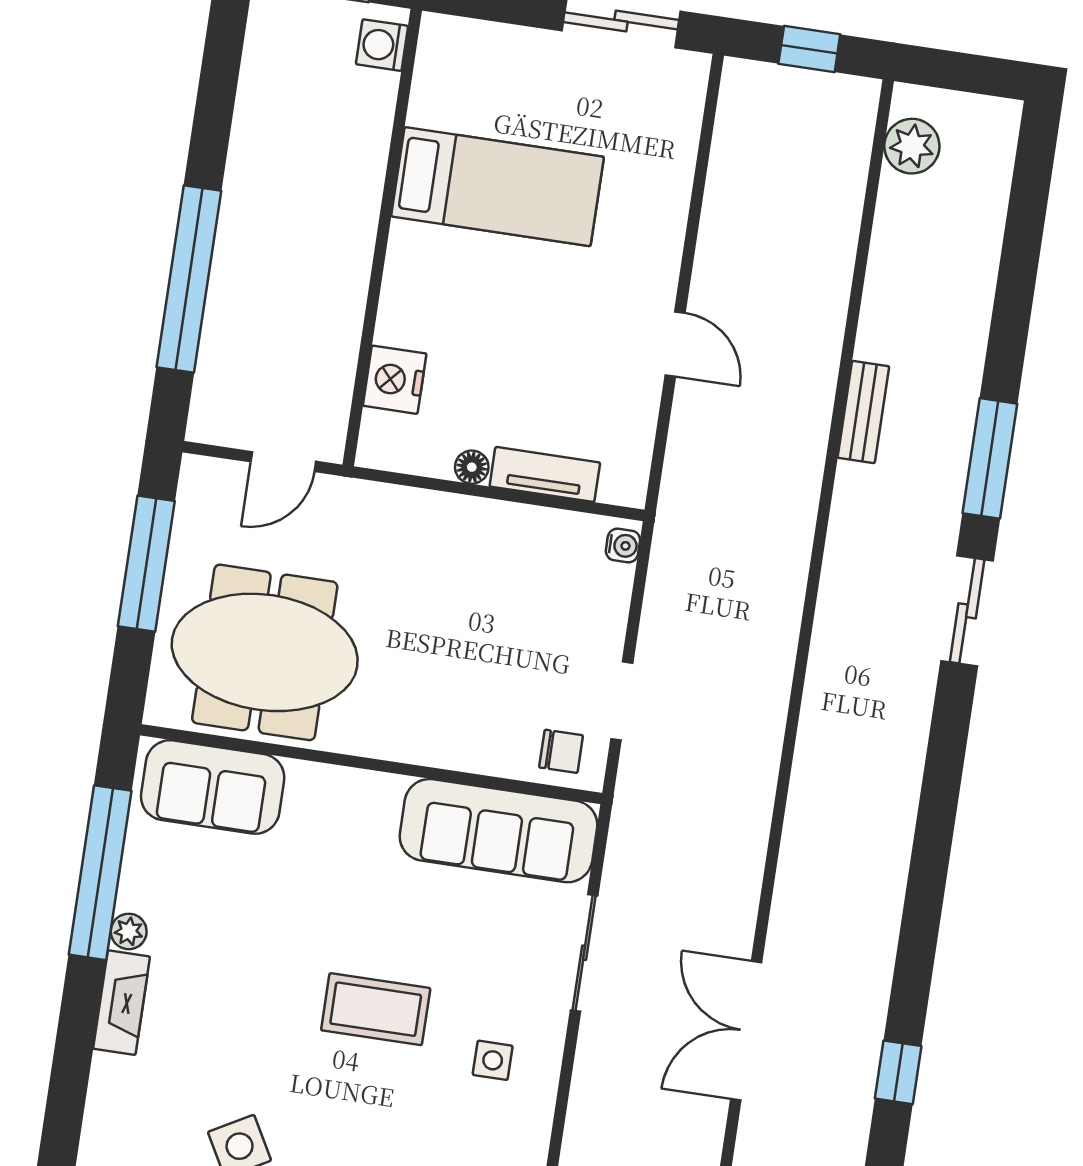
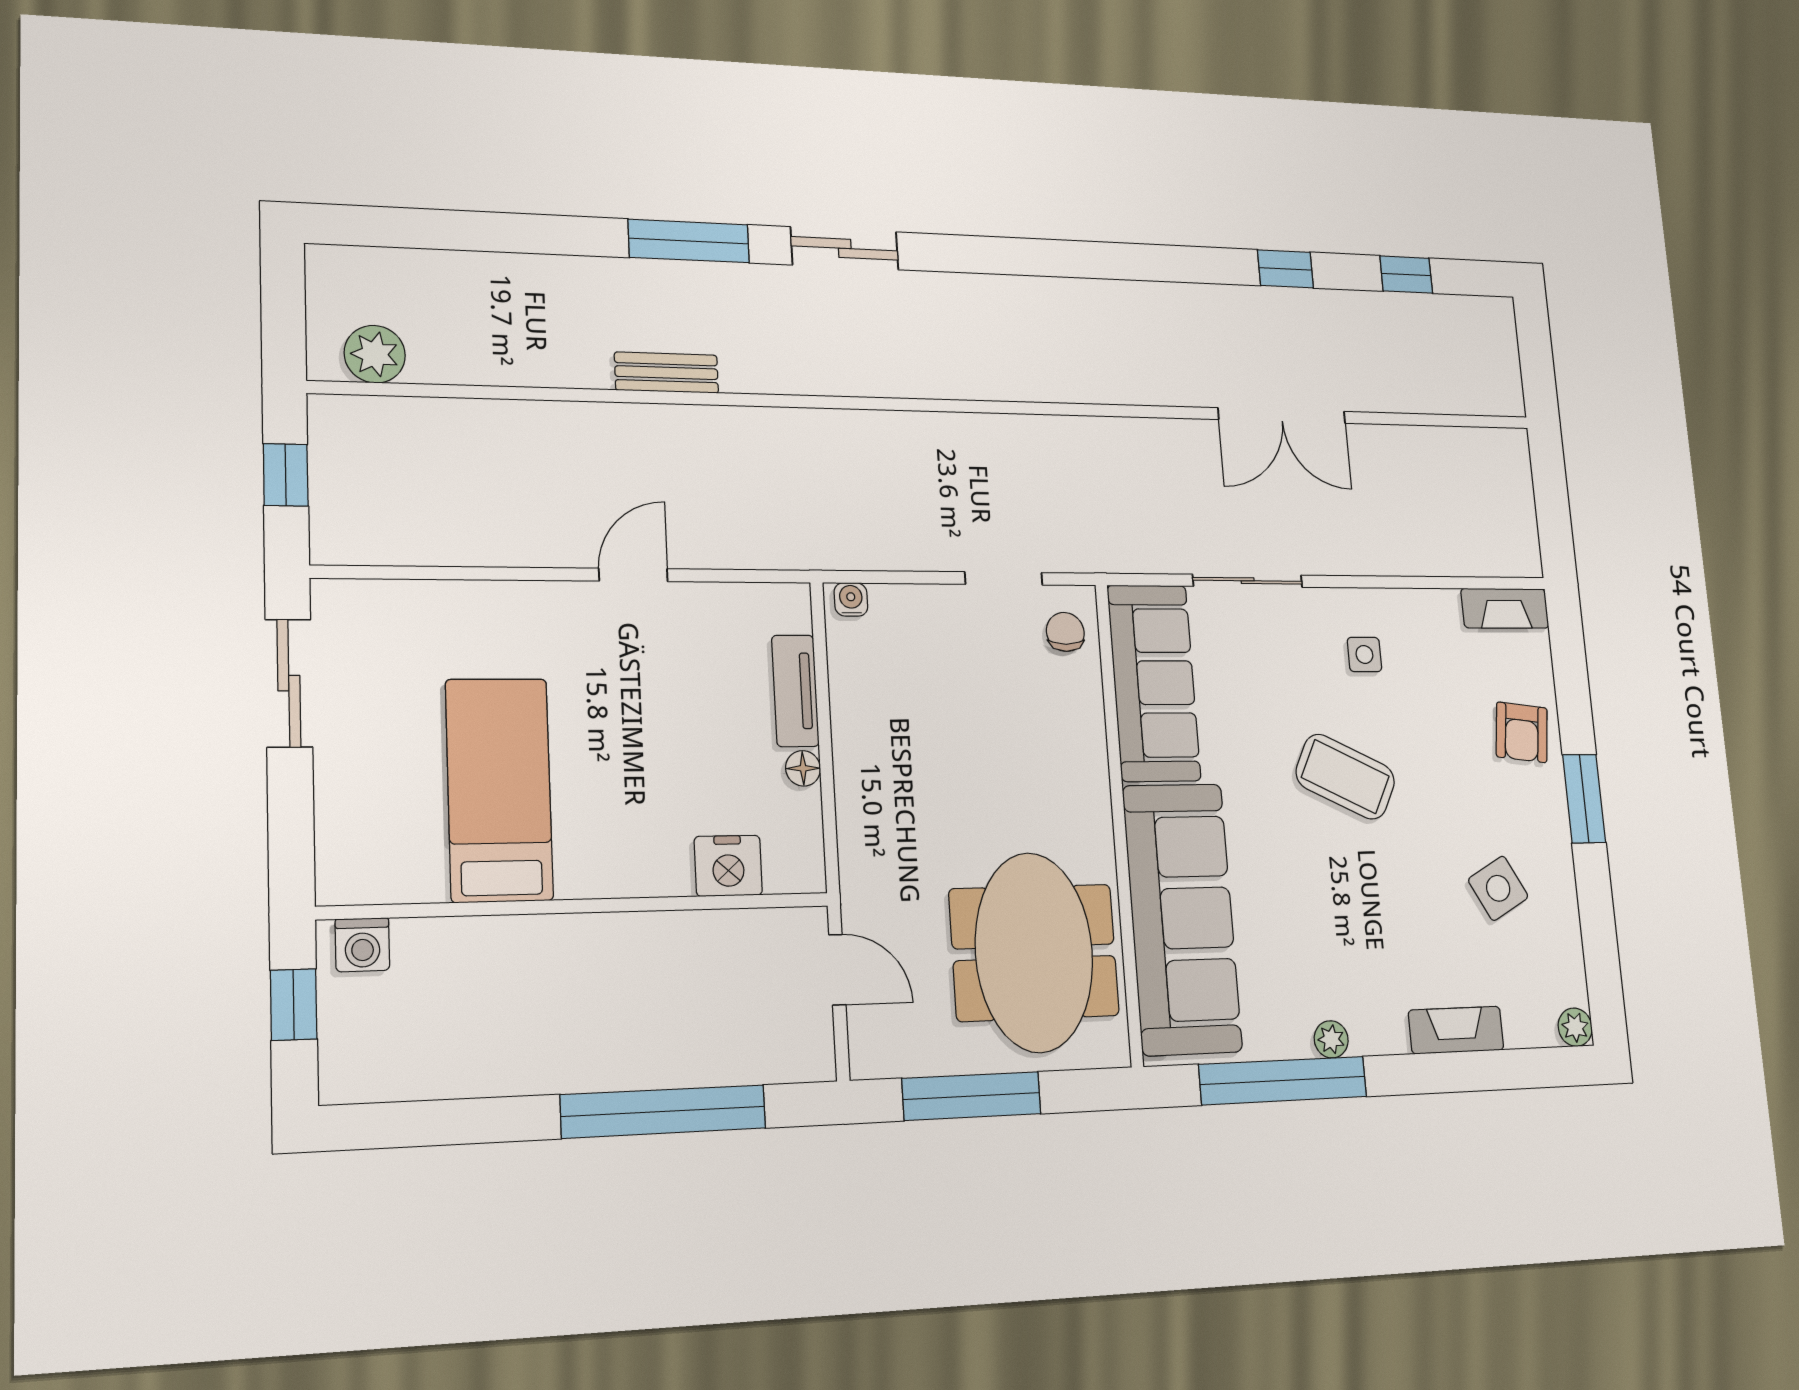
sofa: (213, 787) -> (1182, 918), width x1.85, depth x1.27
fireplace: (122, 1003) -> (1456, 1030), moved
coffee table: (376, 1009) -> (1345, 777), turned -64

